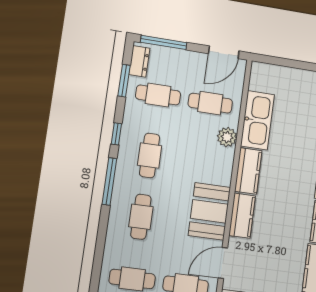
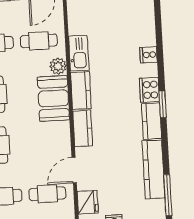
kitchen sink: (257, 120) -> (79, 53), width x0.73, depth x0.81
booth: (209, 211) -> (53, 98), moved

